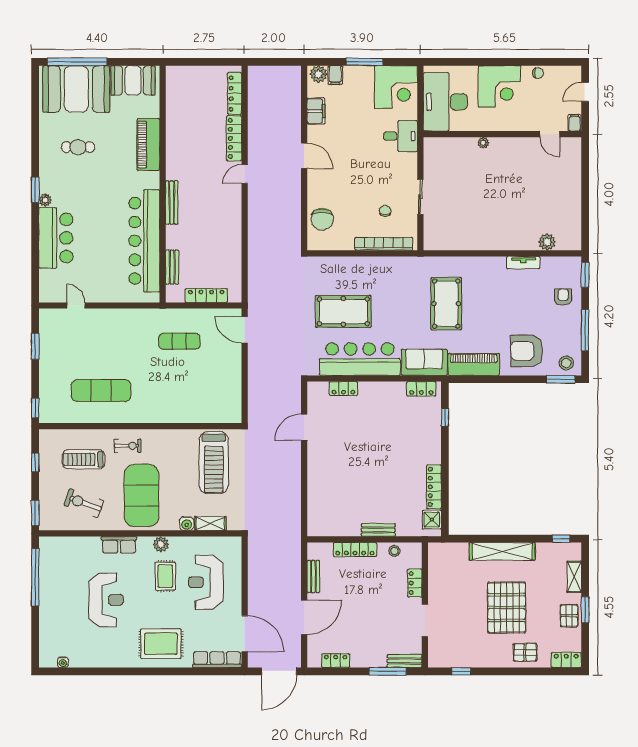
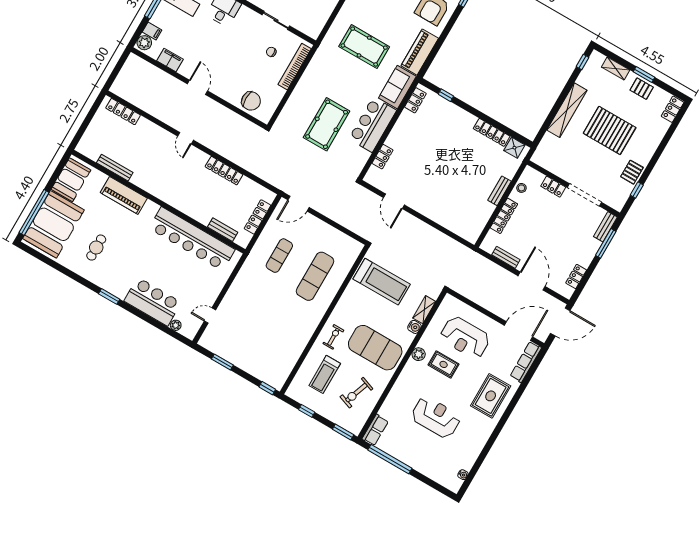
locker: (234, 138) -> (224, 171), moved
door: (304, 156) -> (197, 87), hinge flipped
plant: (45, 200) -> (176, 325), moved
bench: (172, 203) -> (115, 168), moved
bar counter: (360, 359) -> (373, 125), width x0.73
exercise mat: (101, 390) -> (315, 276), moved
row of seats: (119, 545) -> (375, 430), moved
doorway: (425, 620) -> (584, 195), width x1.36
pallet: (525, 652) -> (632, 172), moved
door: (279, 671) -> (560, 322), hinge flipped

